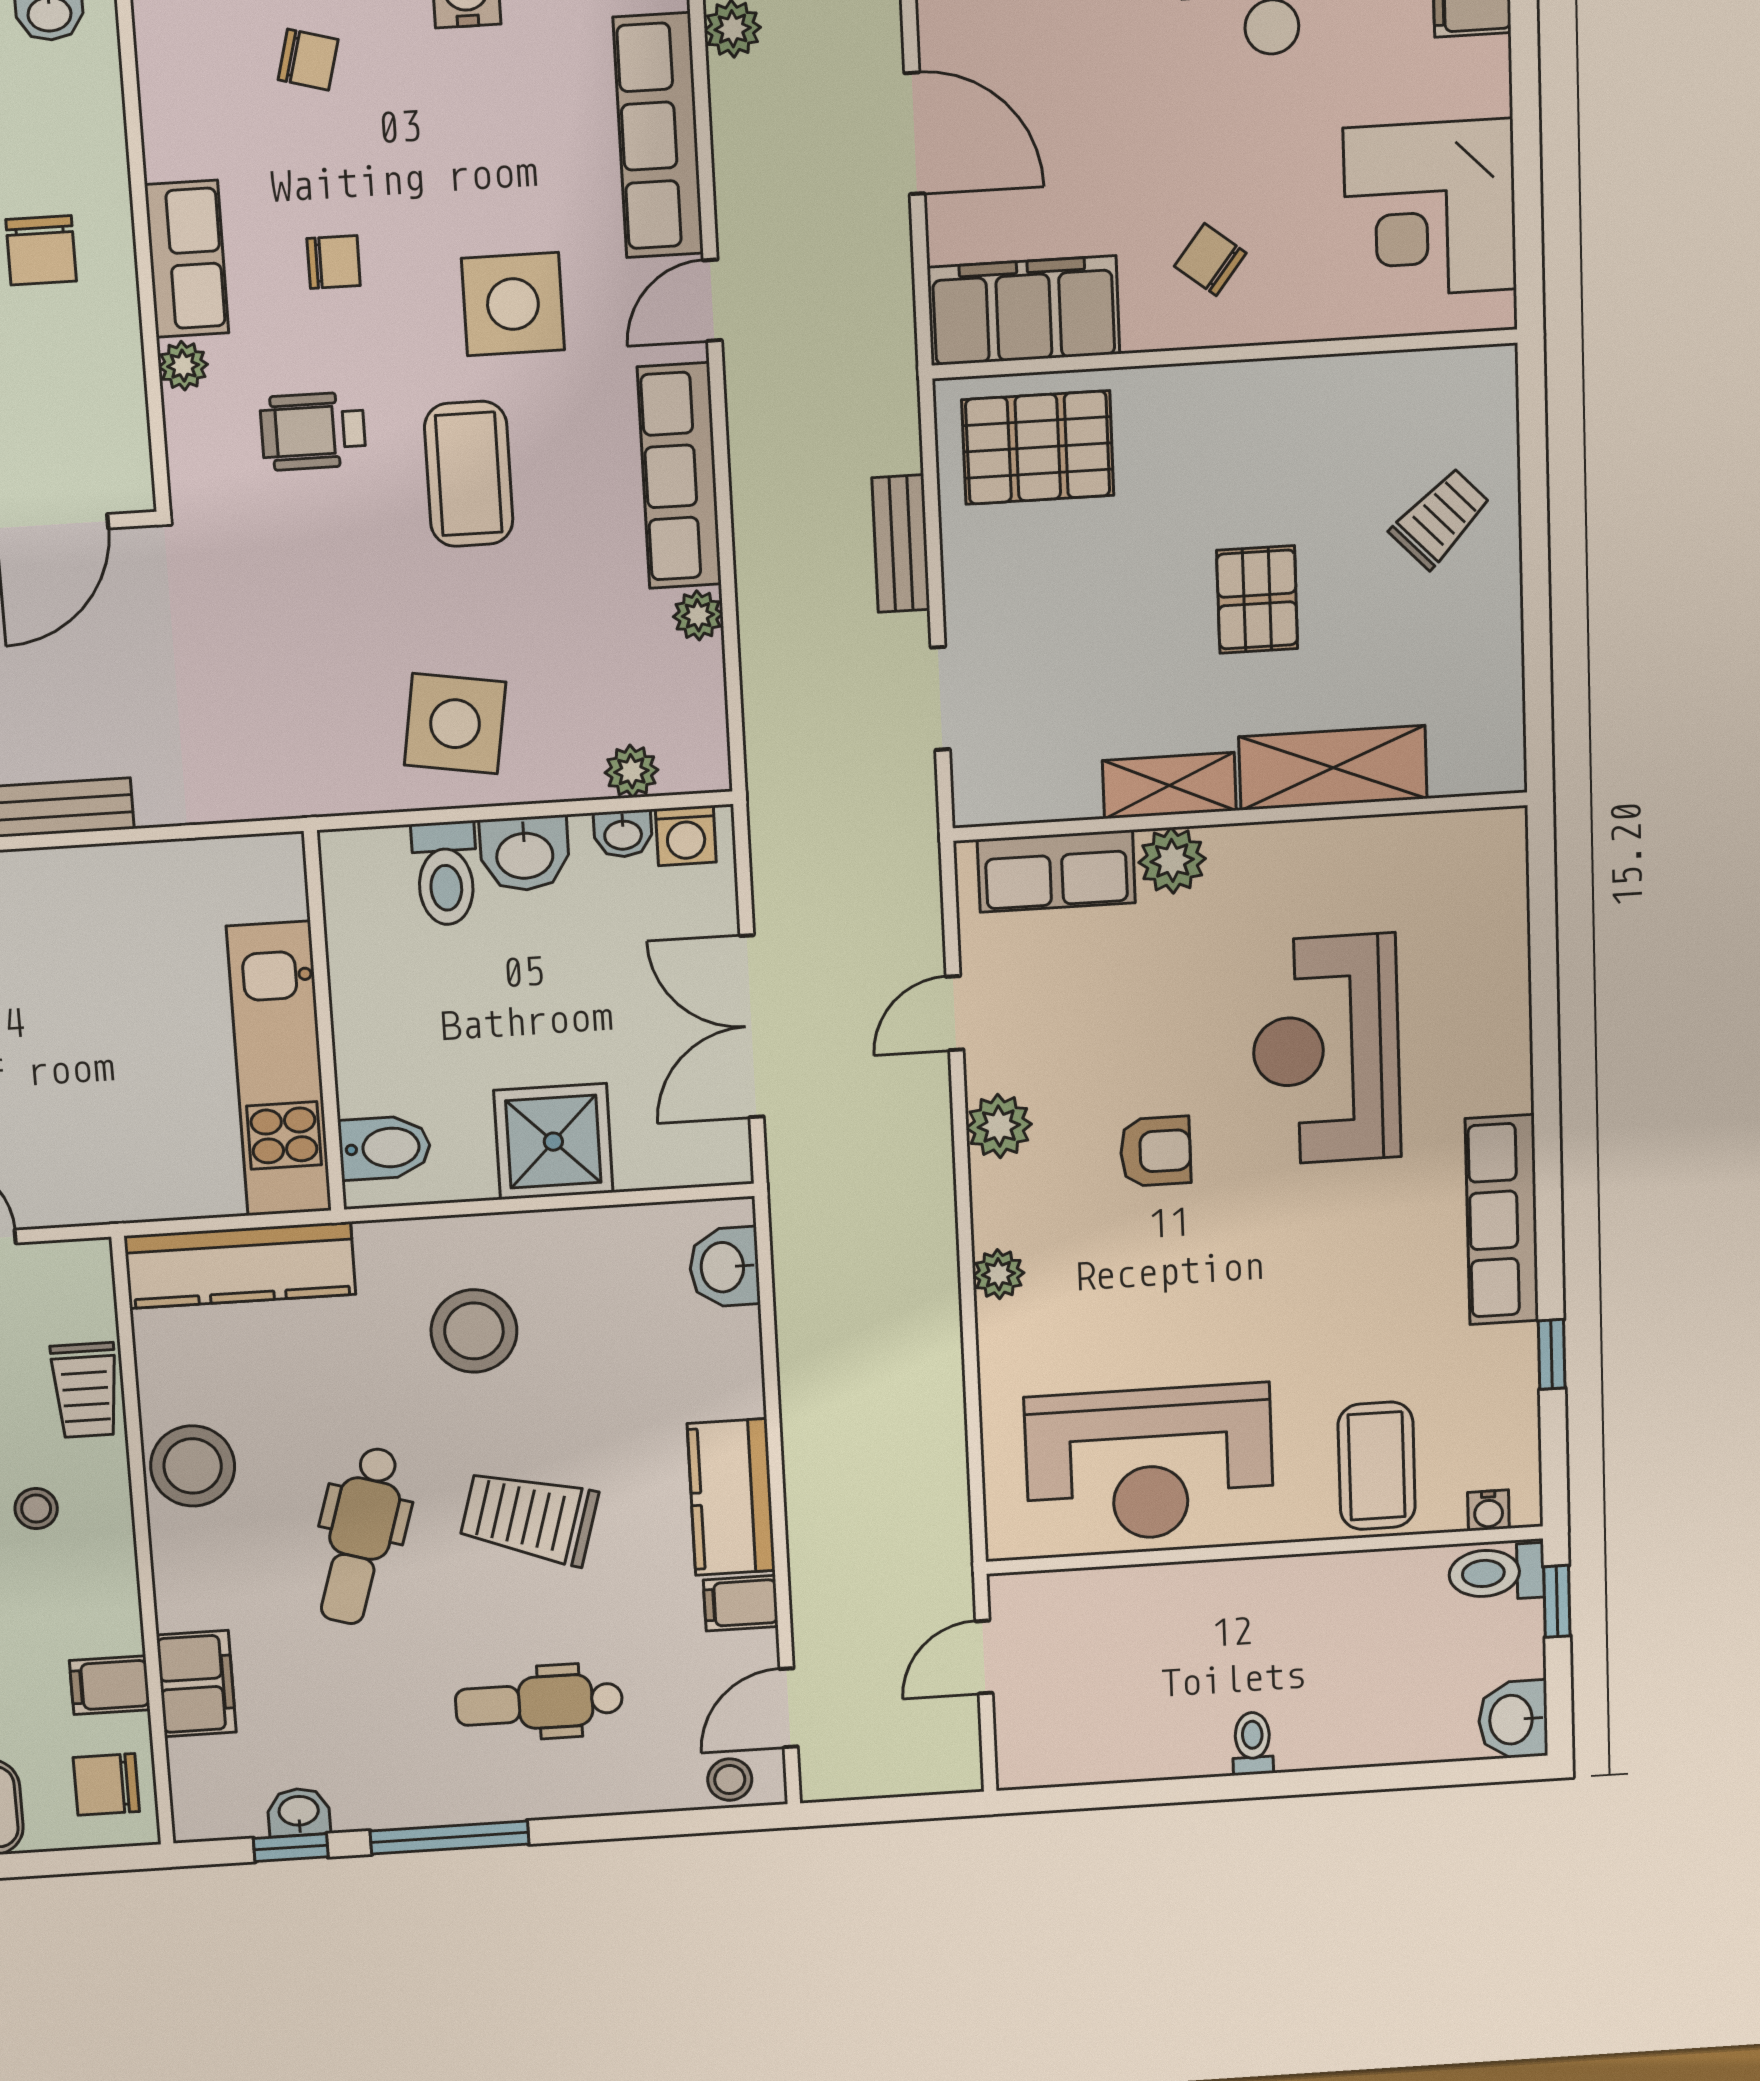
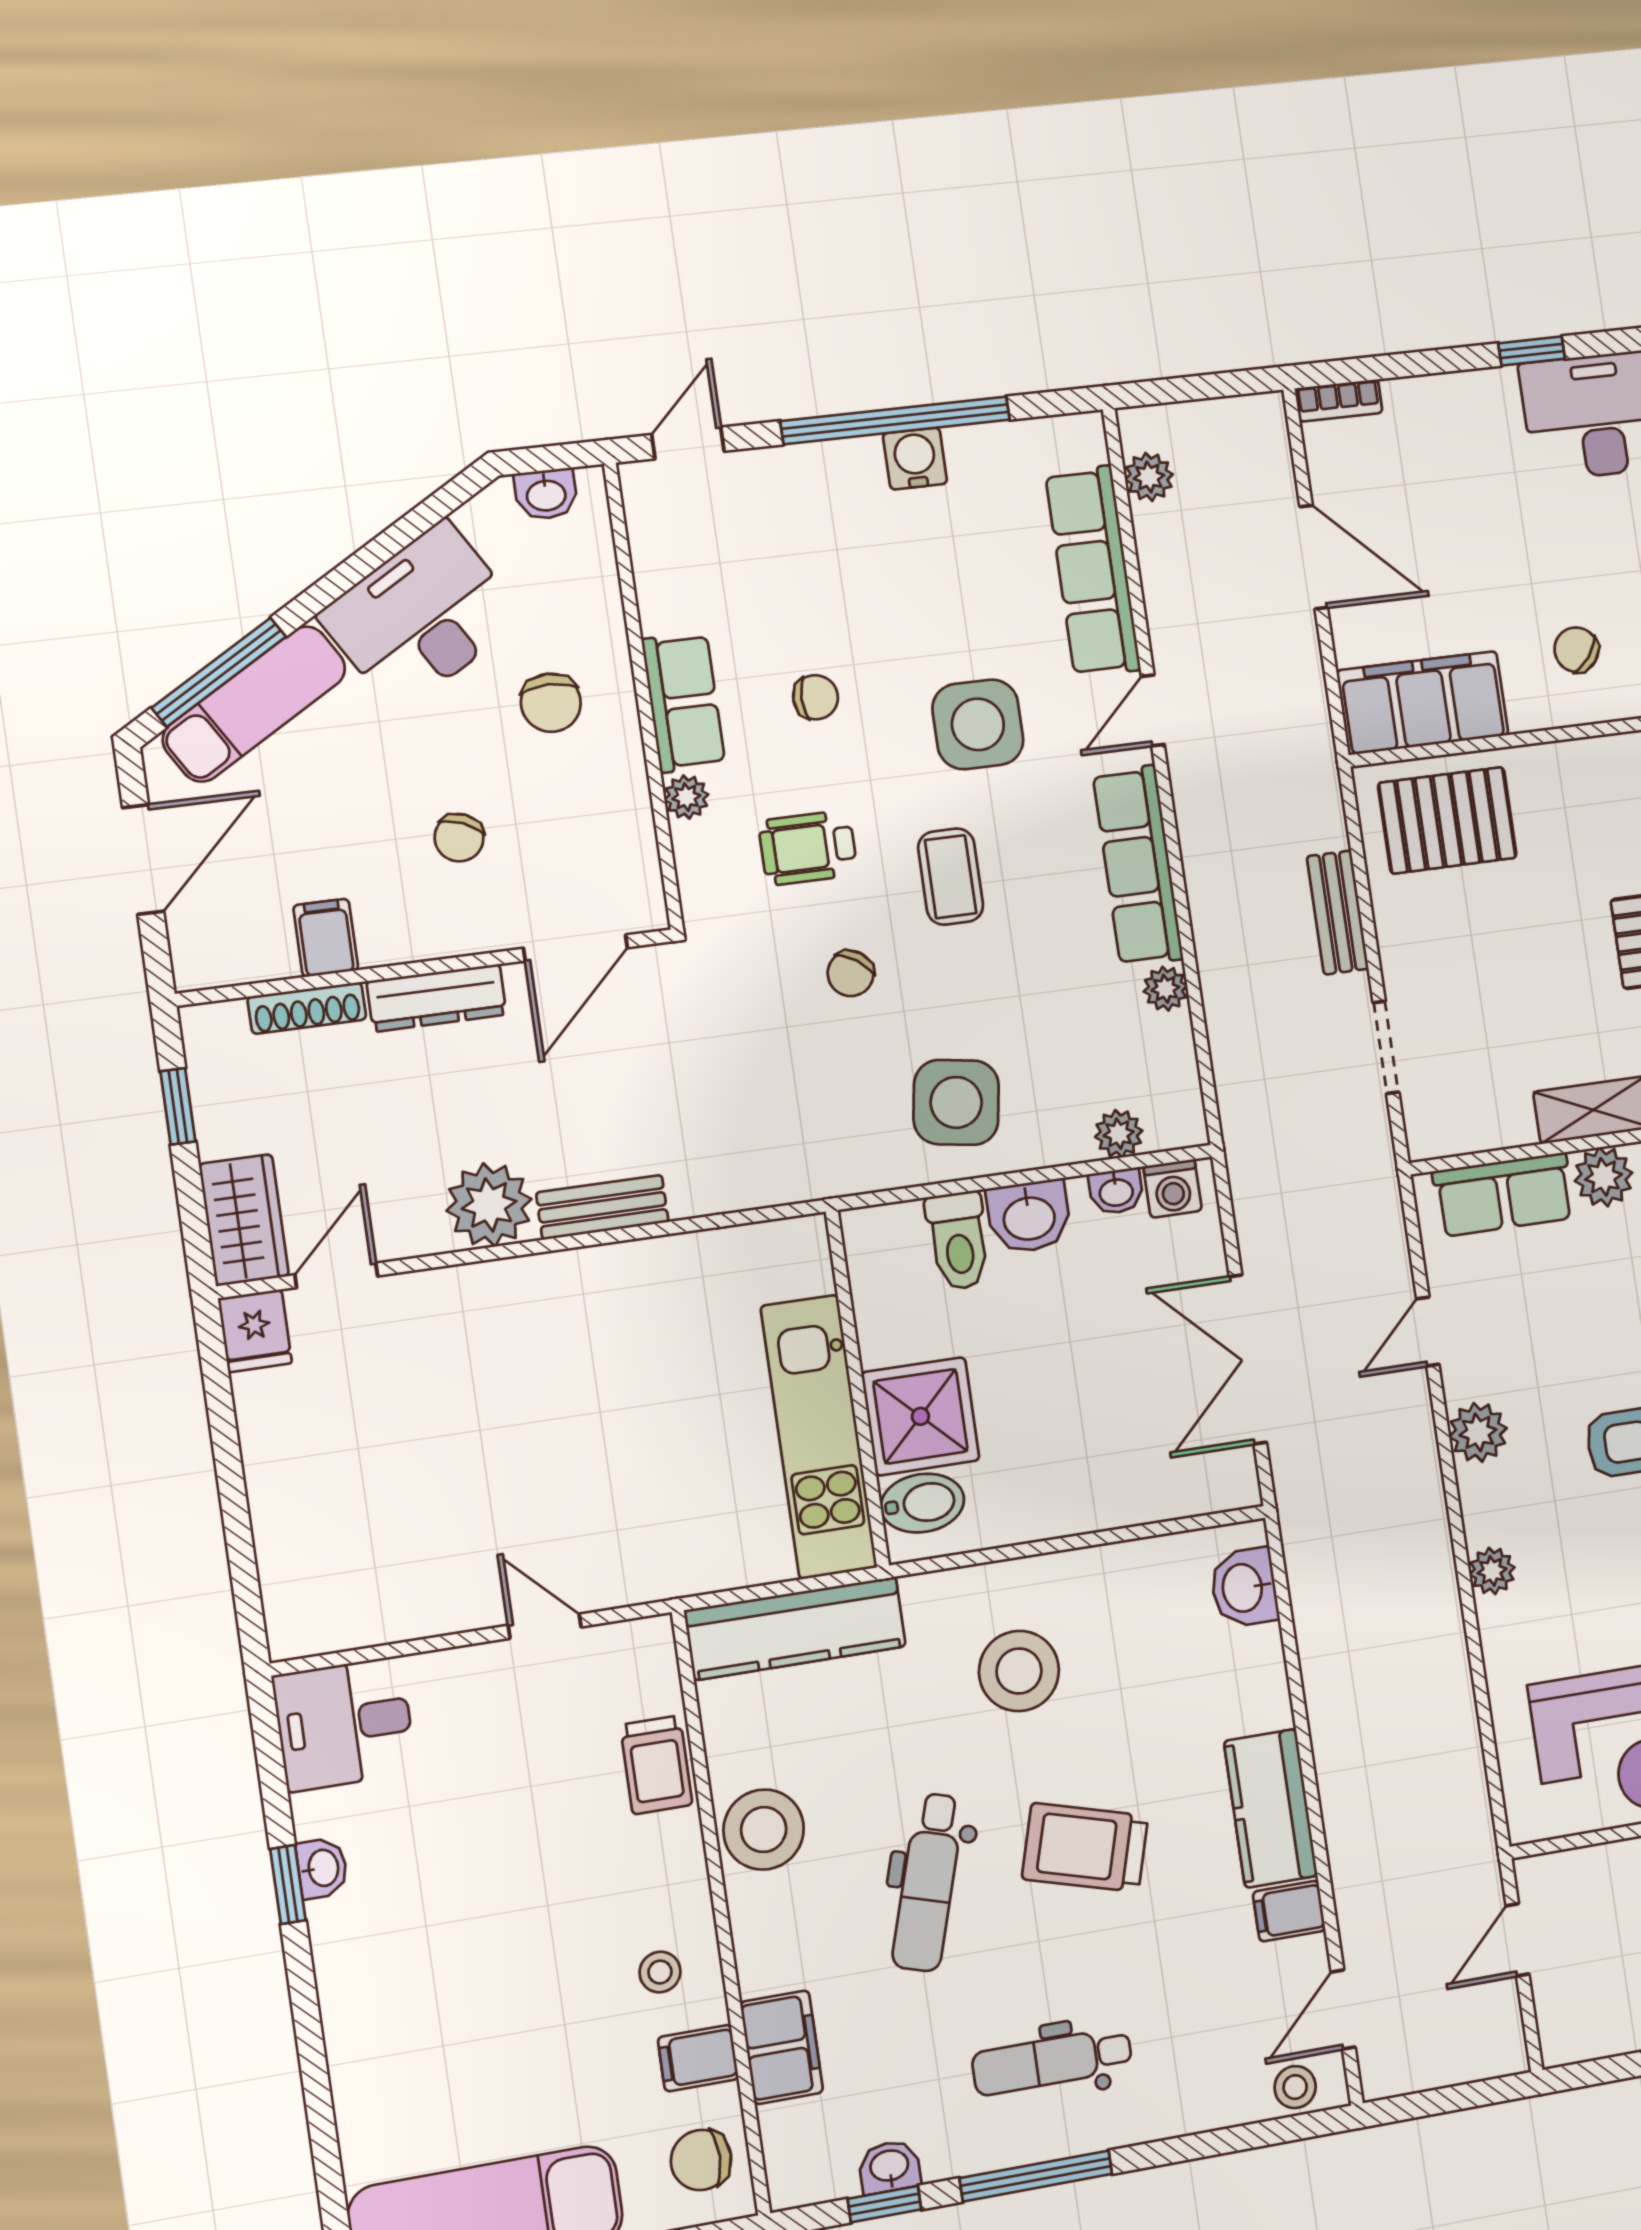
chair: (308, 60) -> (851, 973), moved, turned 110
coffee table: (469, 474) -> (951, 877), width x0.73, depth x0.77
shower: (553, 1142) -> (920, 1416), moved
stool: (36, 1509) -> (660, 1972), moved
dental chair: (539, 1703) -> (1052, 2061), moved

